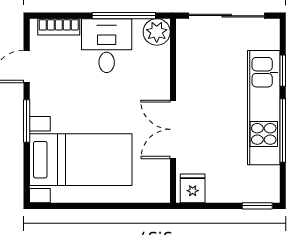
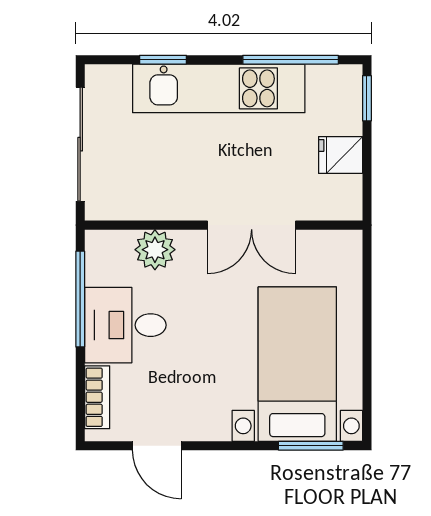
plant: (157, 32) -> (155, 250), moved
window: (27, 121) -> (311, 446), moved
window: (283, 130) -> (291, 60), moved
fridge: (193, 188) -> (341, 155), moved

